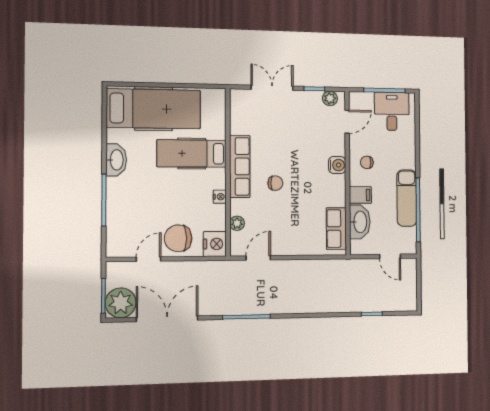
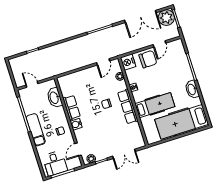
filing cabinet: (360, 195) -> (59, 112), removed
exam couch: (407, 198) -> (36, 130), moved
row of seats: (336, 229) -> (72, 107), moved

